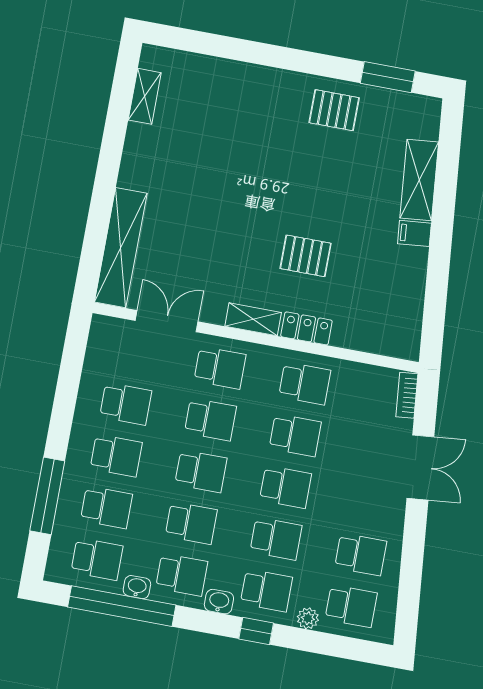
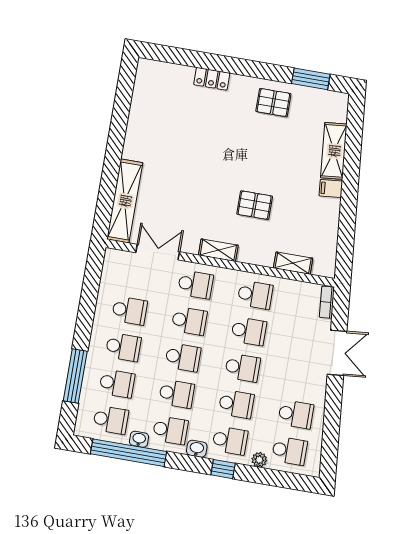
shelving: (145, 96) -> (293, 263), moved, turned 90
locker: (306, 328) -> (212, 79), moved, turned 180

